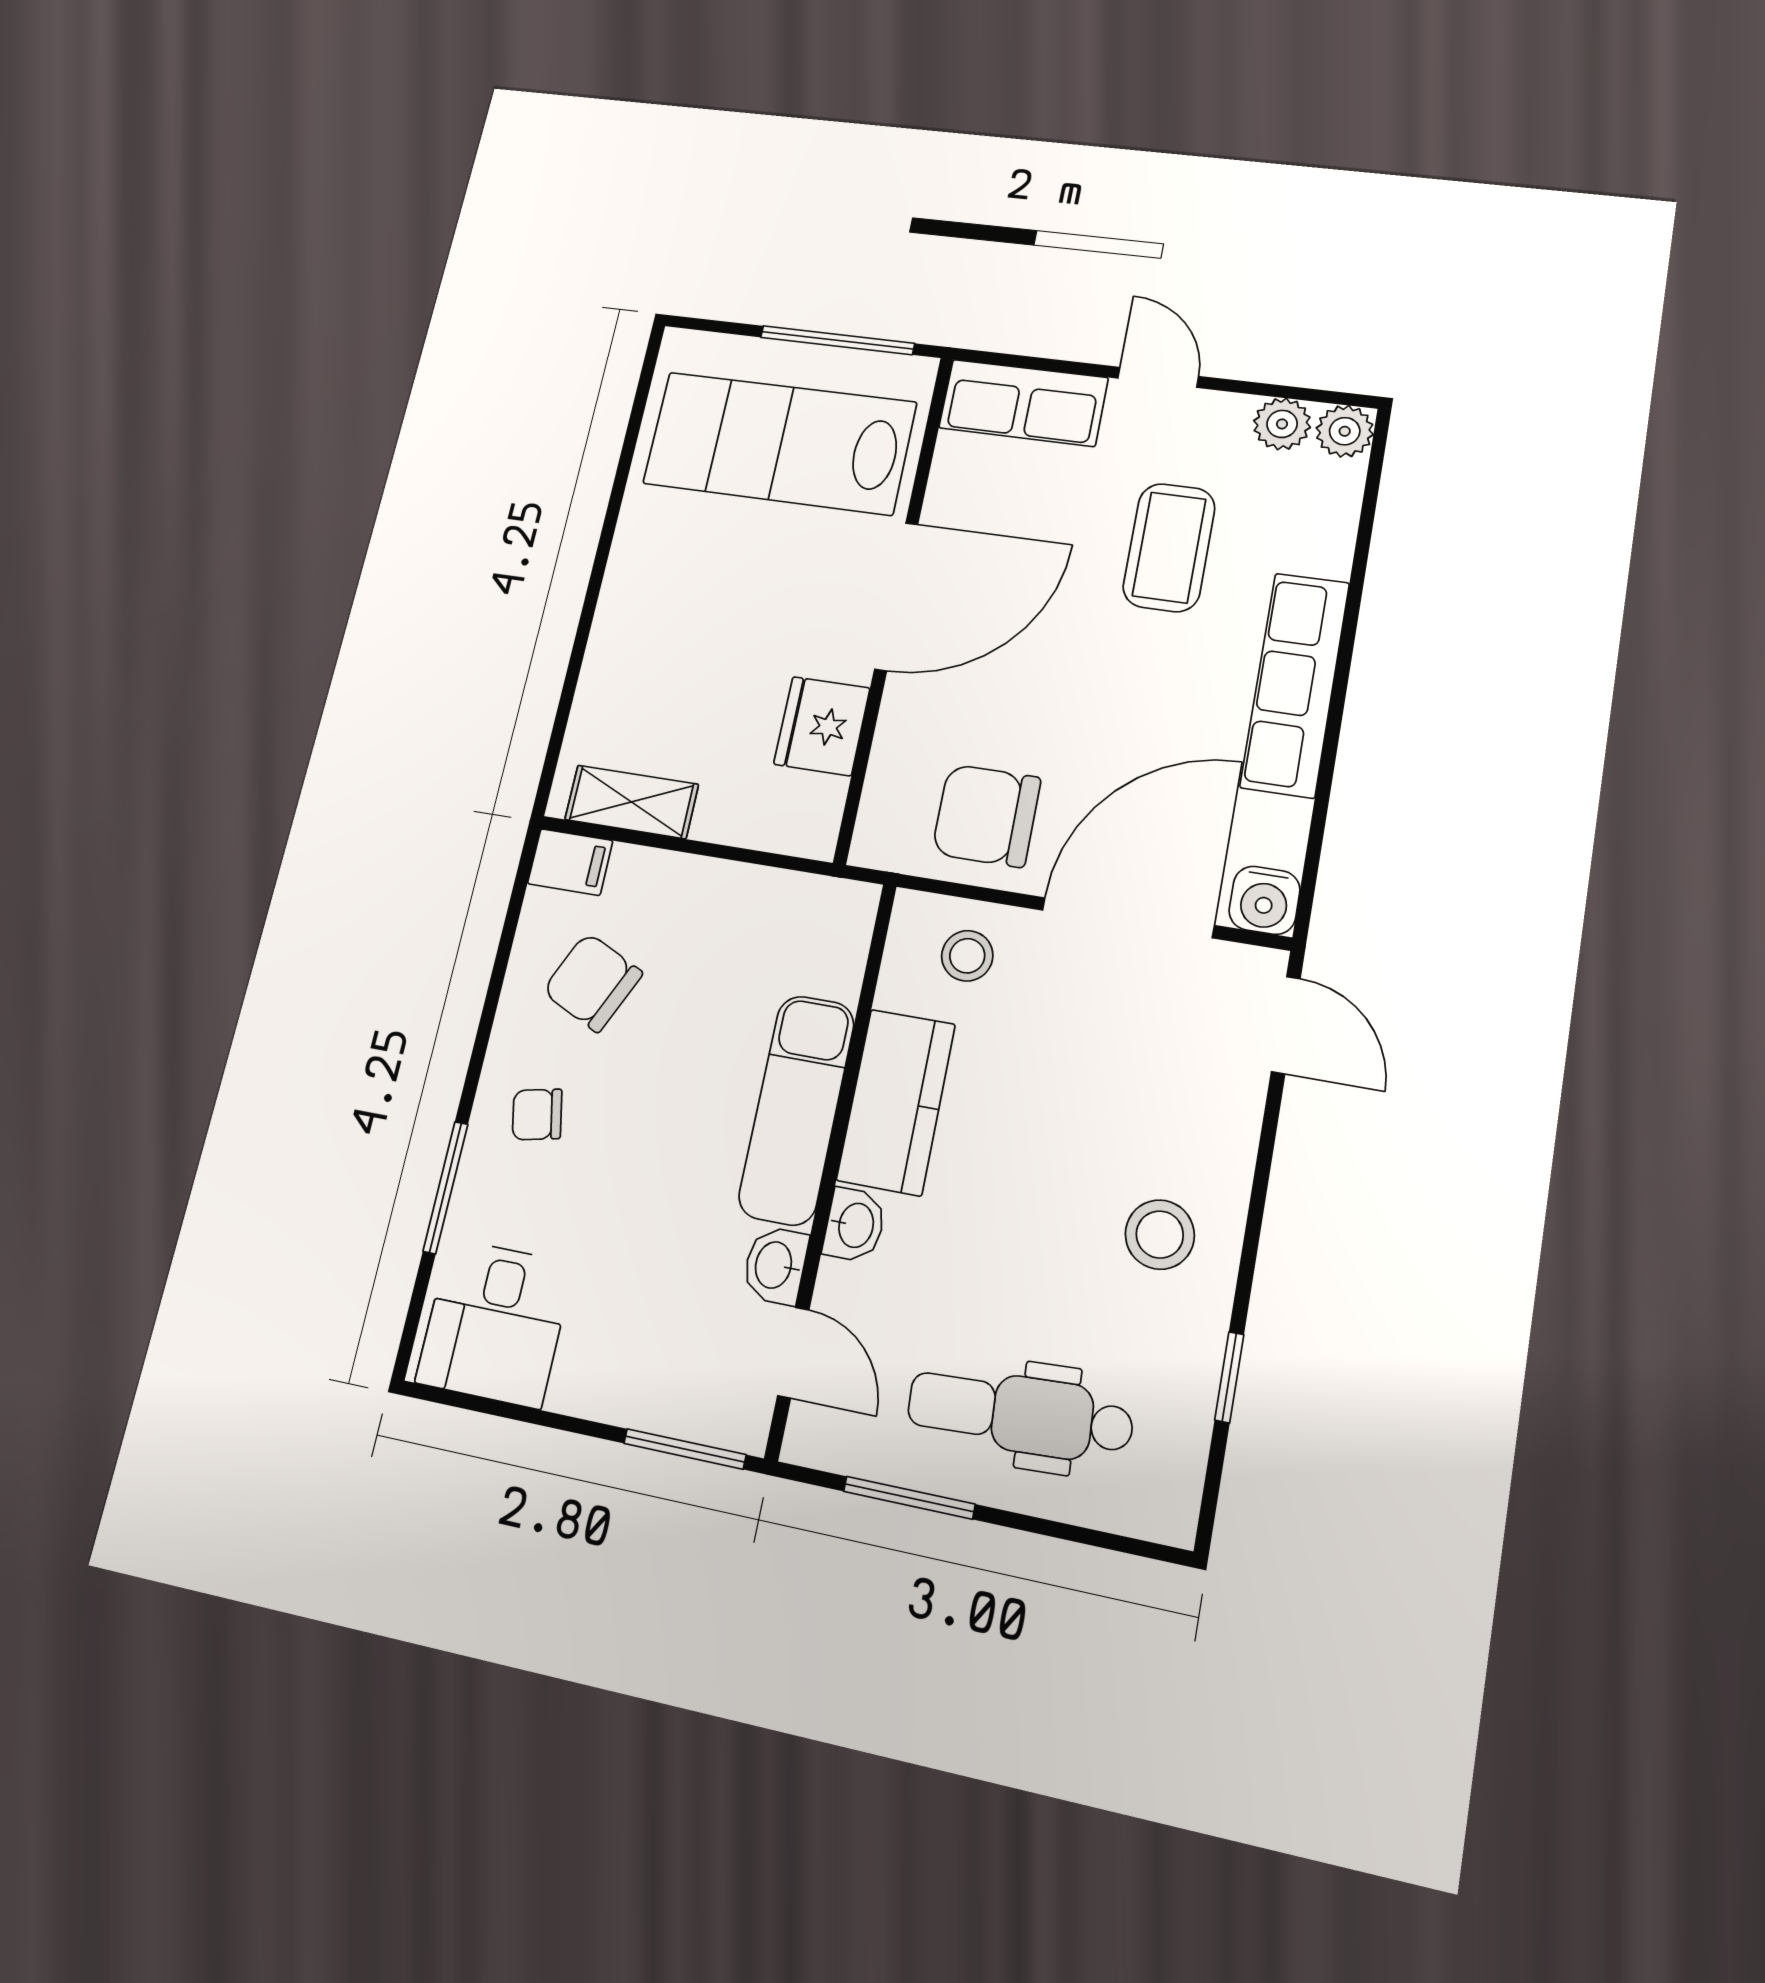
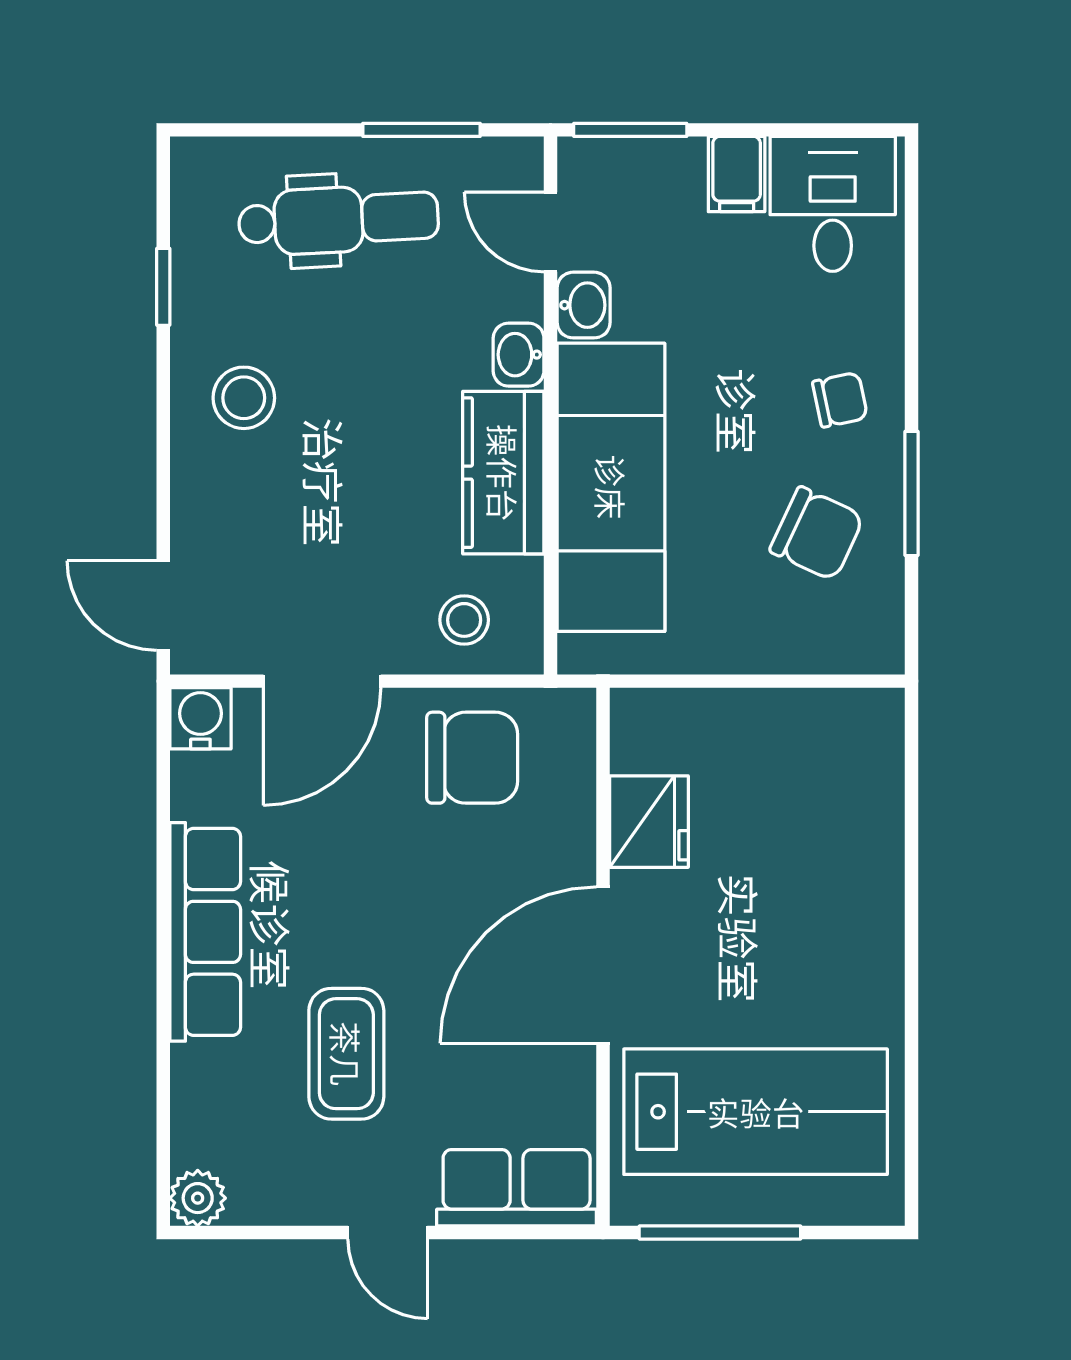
plant: (1282, 424) -> (259, 1198), removed
shelving: (631, 802) -> (820, 716), removed
filing cabinet: (570, 862) -> (737, 174), moved, turned -90
door: (1128, 918) -> (322, 681), width x0.73
exam couch: (797, 1110) -> (611, 487), width x1.36, depth x1.45
window: (445, 1187) -> (912, 493), moved

